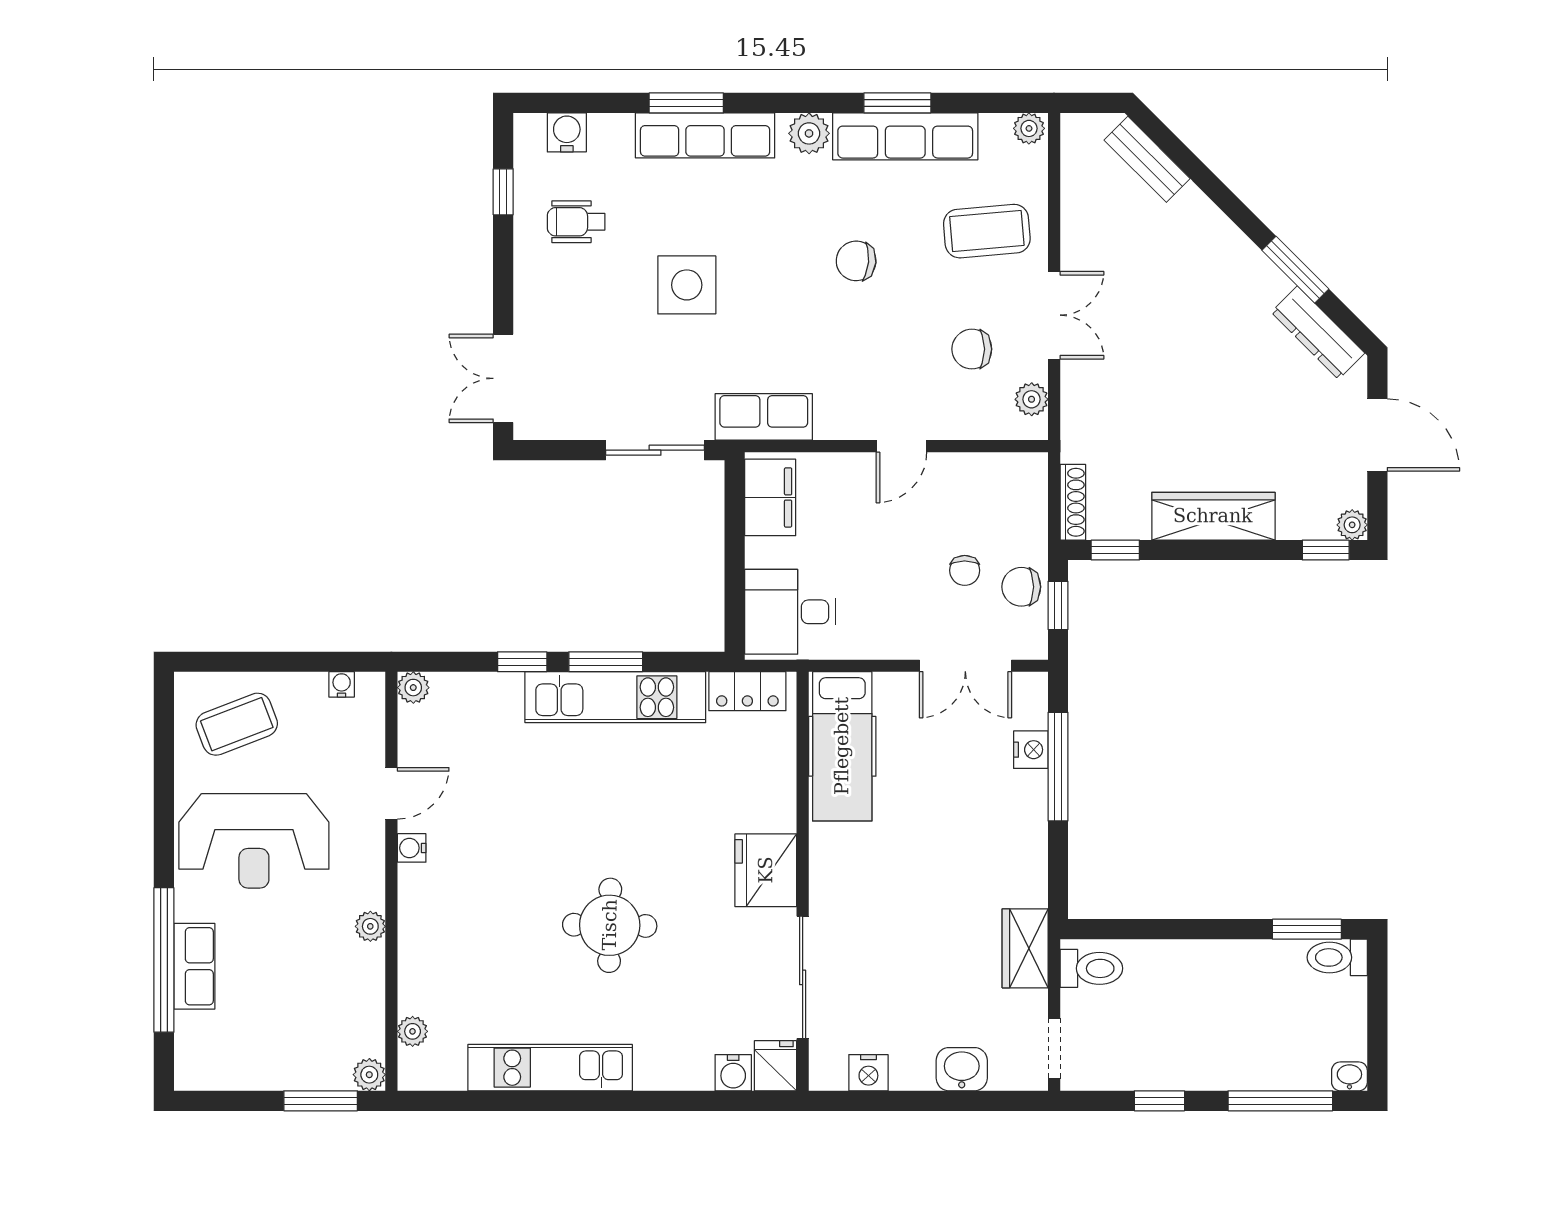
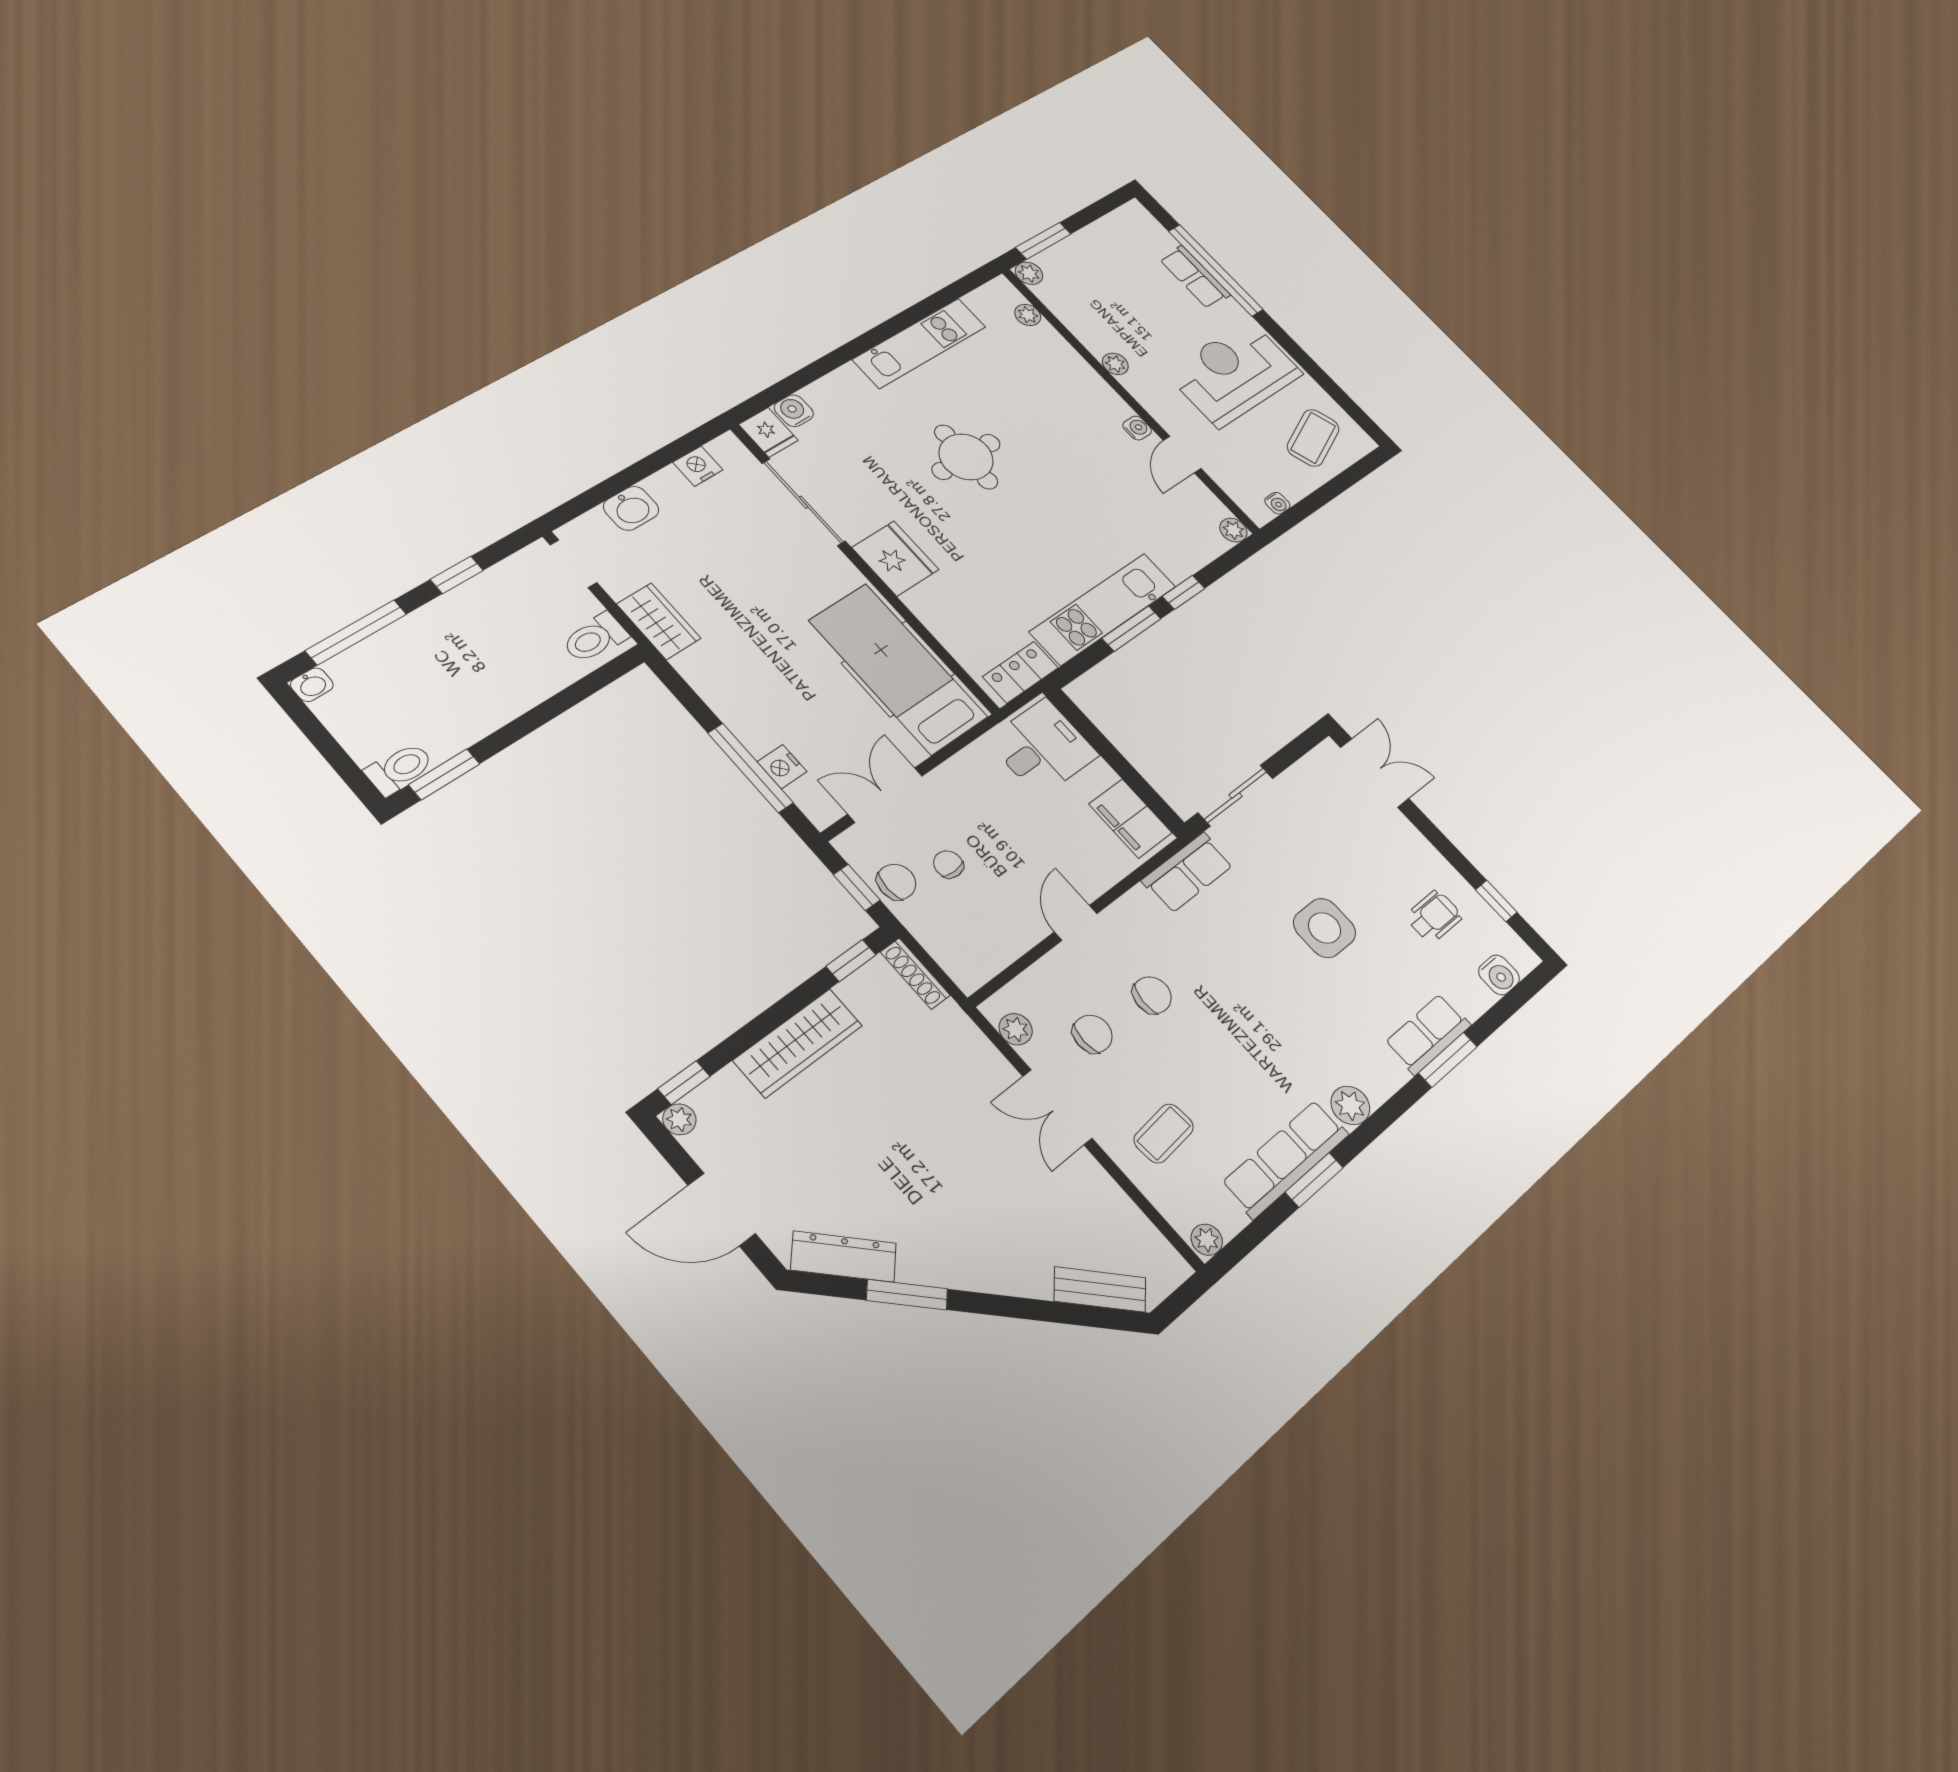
row of seats: (705, 135) -> (1428, 1034), width x0.68
coffee table: (987, 231) -> (1164, 1133), width x0.73, depth x0.77
chair: (856, 261) -> (1152, 995), moved
hospital bed: (842, 746) -> (898, 669), width x1.37, depth x1.29

